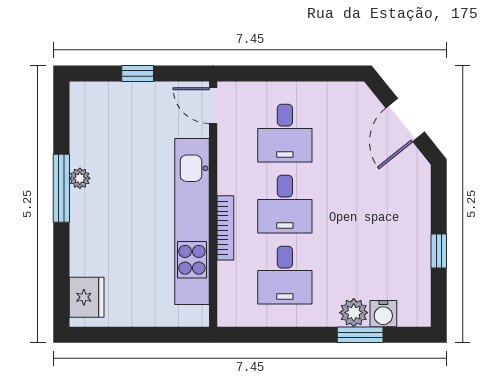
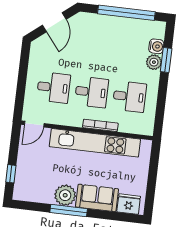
window: (138, 73) -> (11, 174), moved
door: (405, 120) -> (54, 22), hinge flipped
plant: (80, 178) -> (65, 195), width x1.88, depth x1.88
sofa: (91, 238) -> (97, 198), added
window: (439, 251) -> (126, 13), width x3.17

